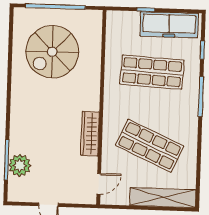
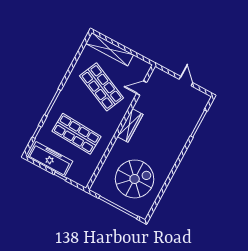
wardrobe: (90, 134) -> (130, 125), moved
plant: (20, 165) -> (192, 116), removed
door: (99, 184) -> (142, 88), moved

